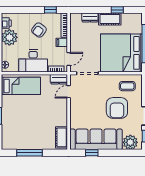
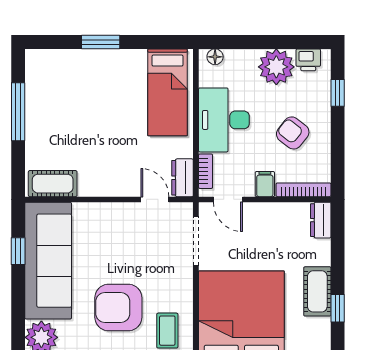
window: (50, 10) -> (338, 93), moved
dresser: (90, 18) -> (321, 220), moved

